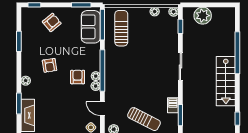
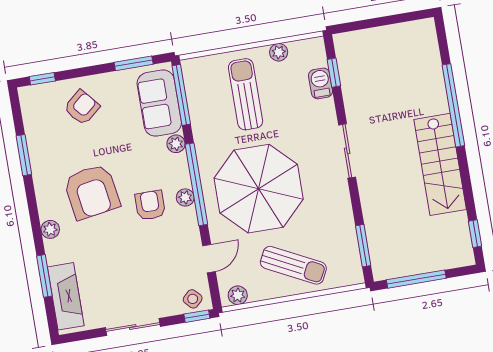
plant: (174, 12) -> (316, 46), removed
plant: (203, 16) -> (374, 44), removed
sun lounger: (121, 28) -> (246, 94), moved
armchair: (50, 65) -> (92, 192), width x1.88, depth x1.88
parasol: (133, 78) -> (259, 189), added
plant: (96, 86) -> (176, 144), moved
barbecue: (173, 105) -> (321, 83), moved
door: (102, 109) -> (209, 259), swing flipped

